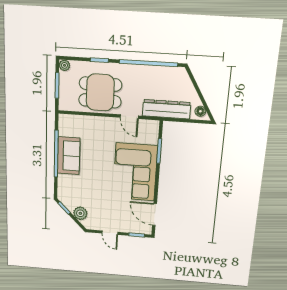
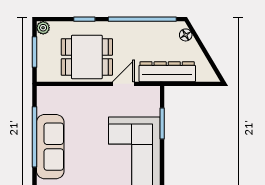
floor lamp: (200, 111) -> (186, 35), moved
door: (129, 117) -> (123, 84), swing flipped
sofa: (69, 156) -> (50, 147), width x1.36

